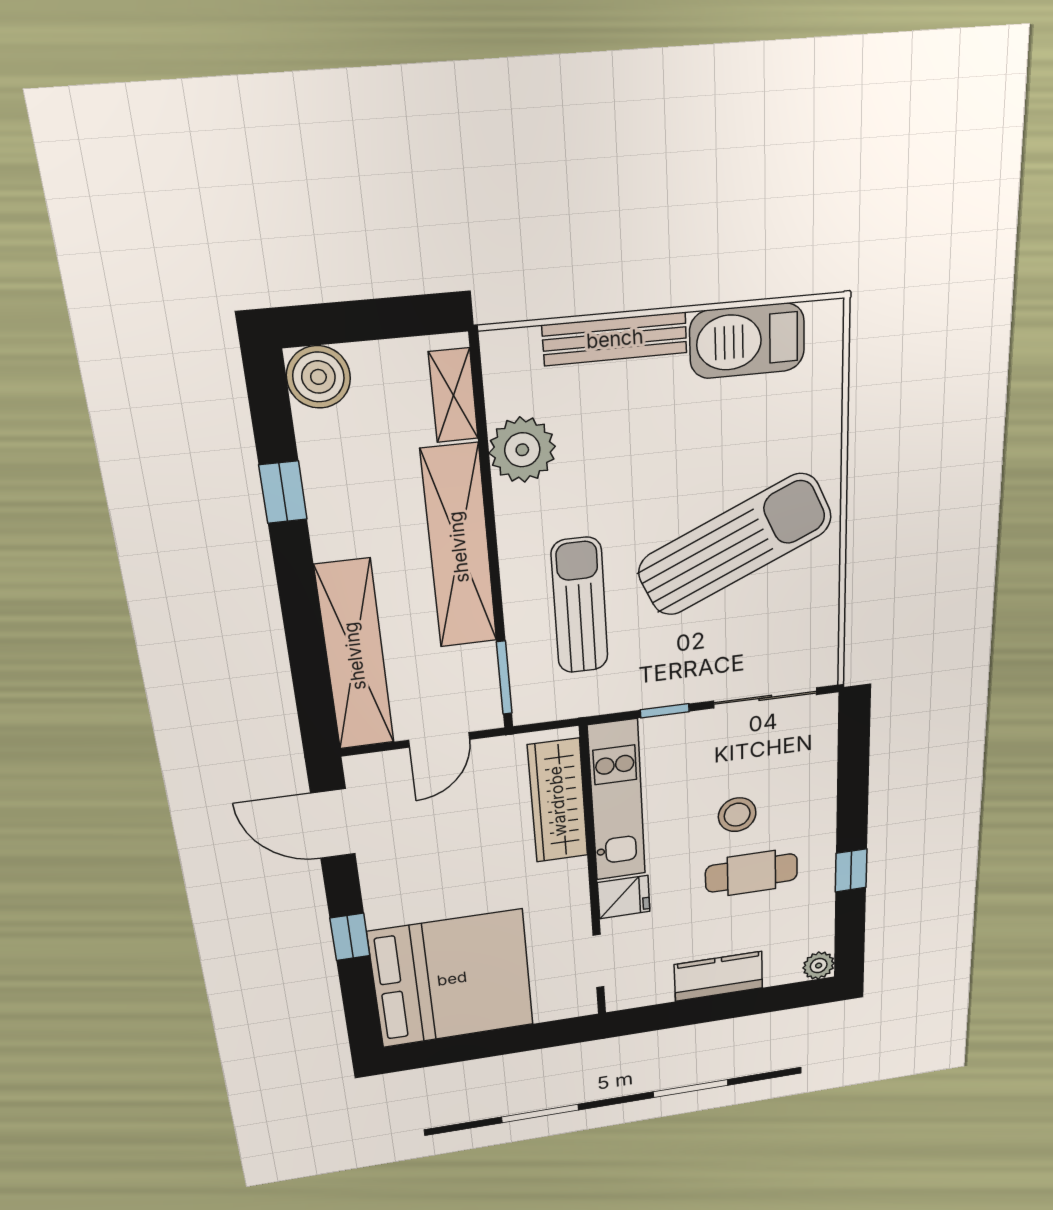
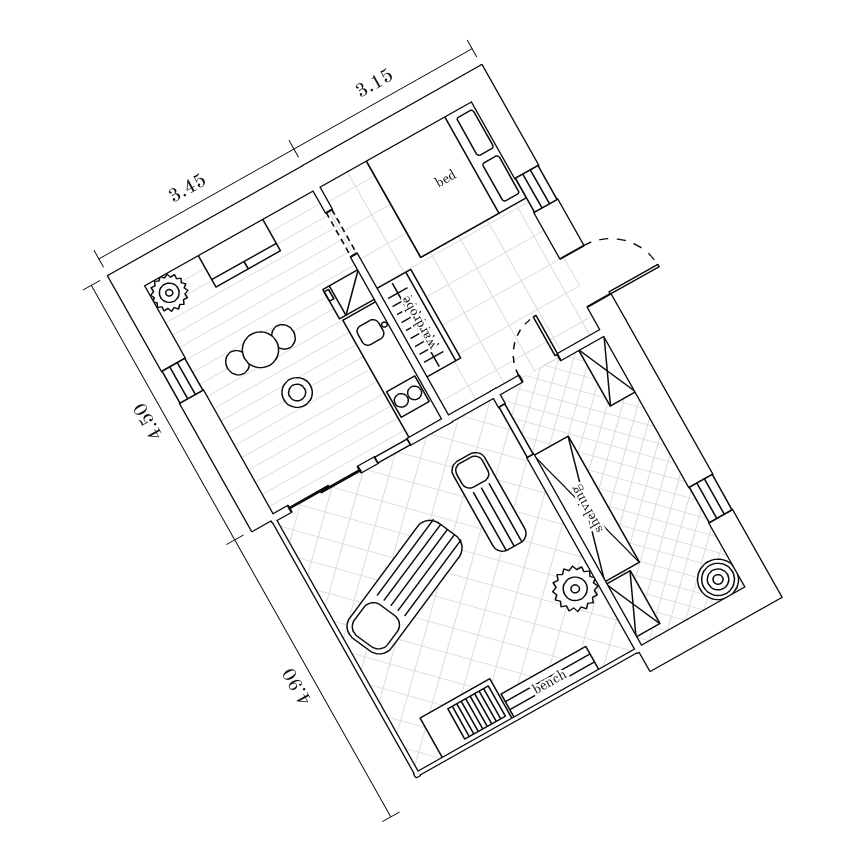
sun lounger: (580, 606) -> (489, 502), turned 180
shelving: (355, 656) -> (607, 371), width x0.45, depth x0.75
wardrobe: (558, 801) -> (419, 323), moved
plant: (819, 966) -> (169, 293), width x1.38, depth x1.38

